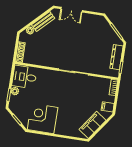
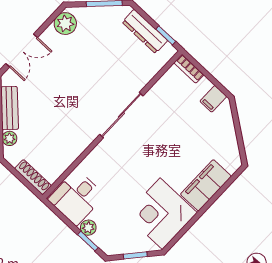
plant: (96, 20) -> (65, 24), added
filing cabinet: (92, 125) -> (206, 185), moved, turned 54

